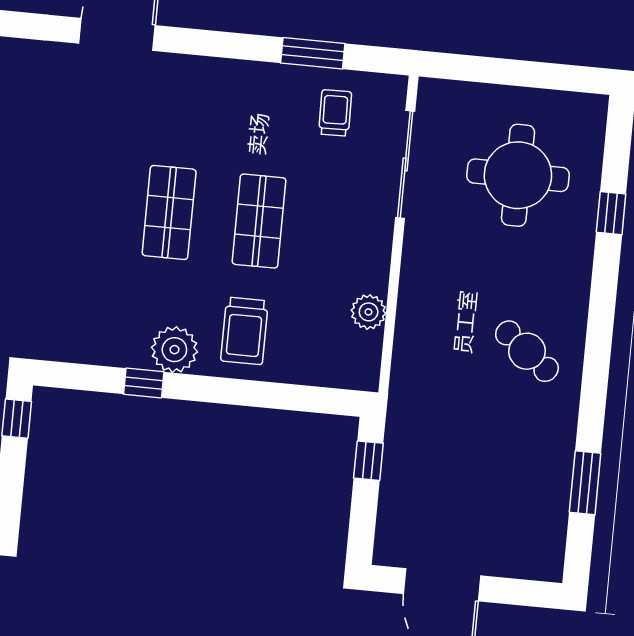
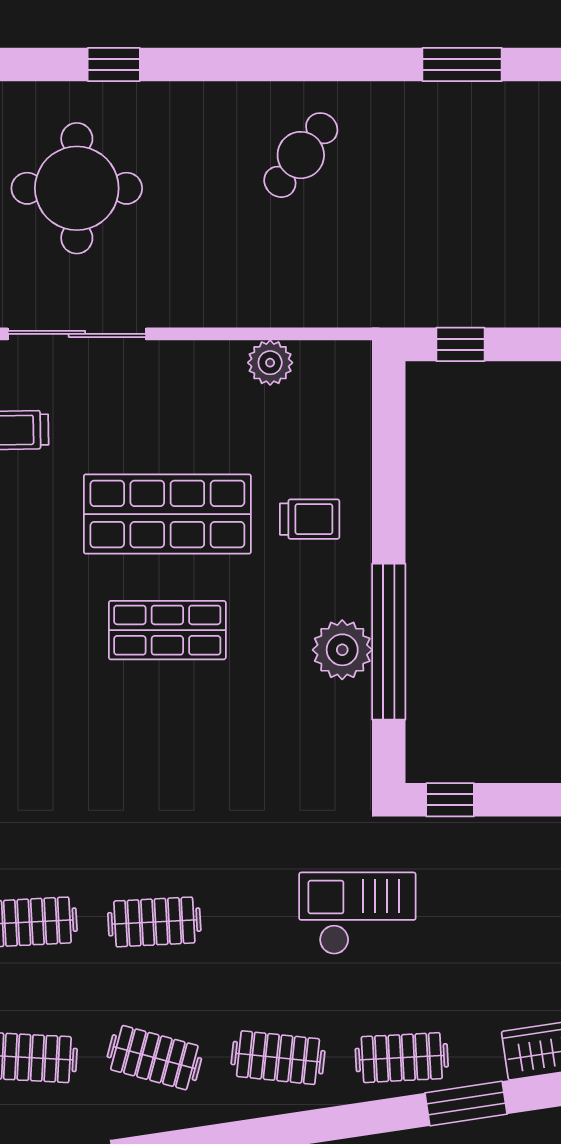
shop shelf: (259, 221) -> (167, 514), width x1.43, depth x1.36
trolley: (244, 331) -> (310, 519), width x0.73, depth x0.72
plant: (174, 350) -> (342, 650), moved
window: (144, 383) -> (389, 642), width x3.17

